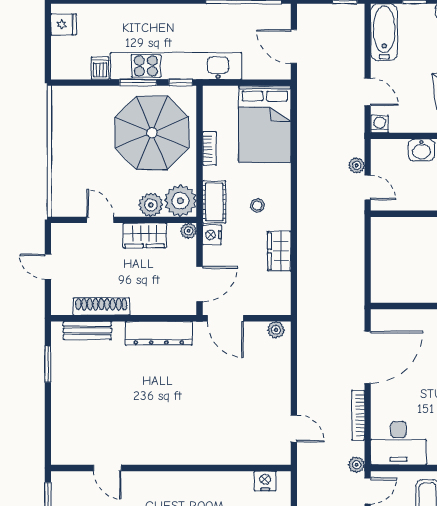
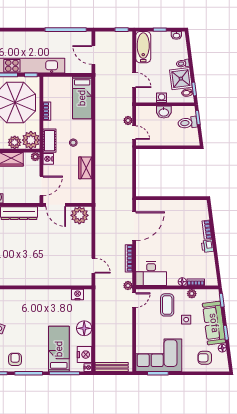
bed: (265, 124) -> (82, 98), width x0.67
washing machine: (380, 124) -> (162, 98), moved
plant: (276, 330) -> (79, 215), width x1.87, depth x1.87

